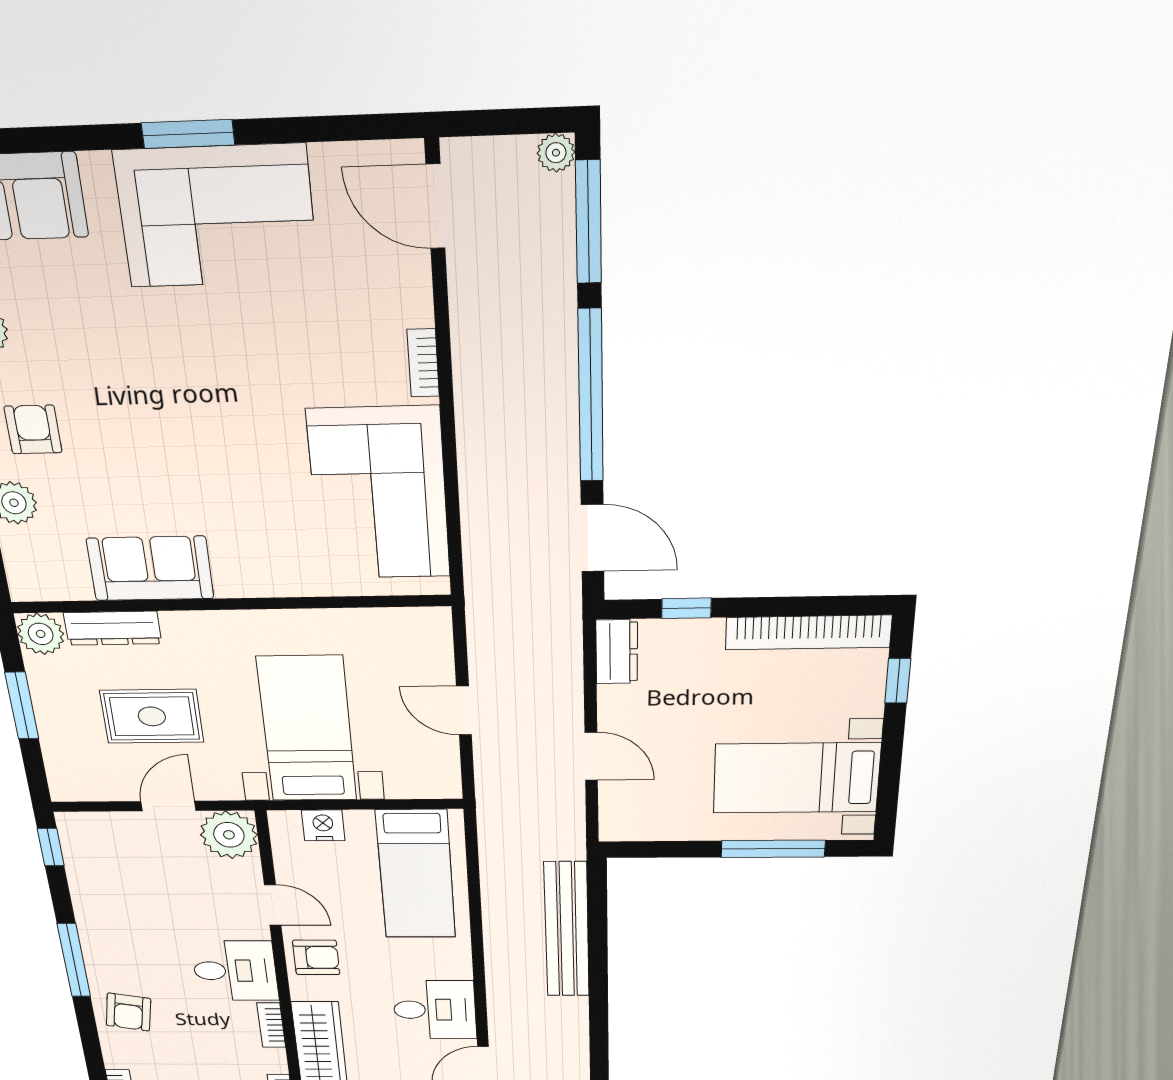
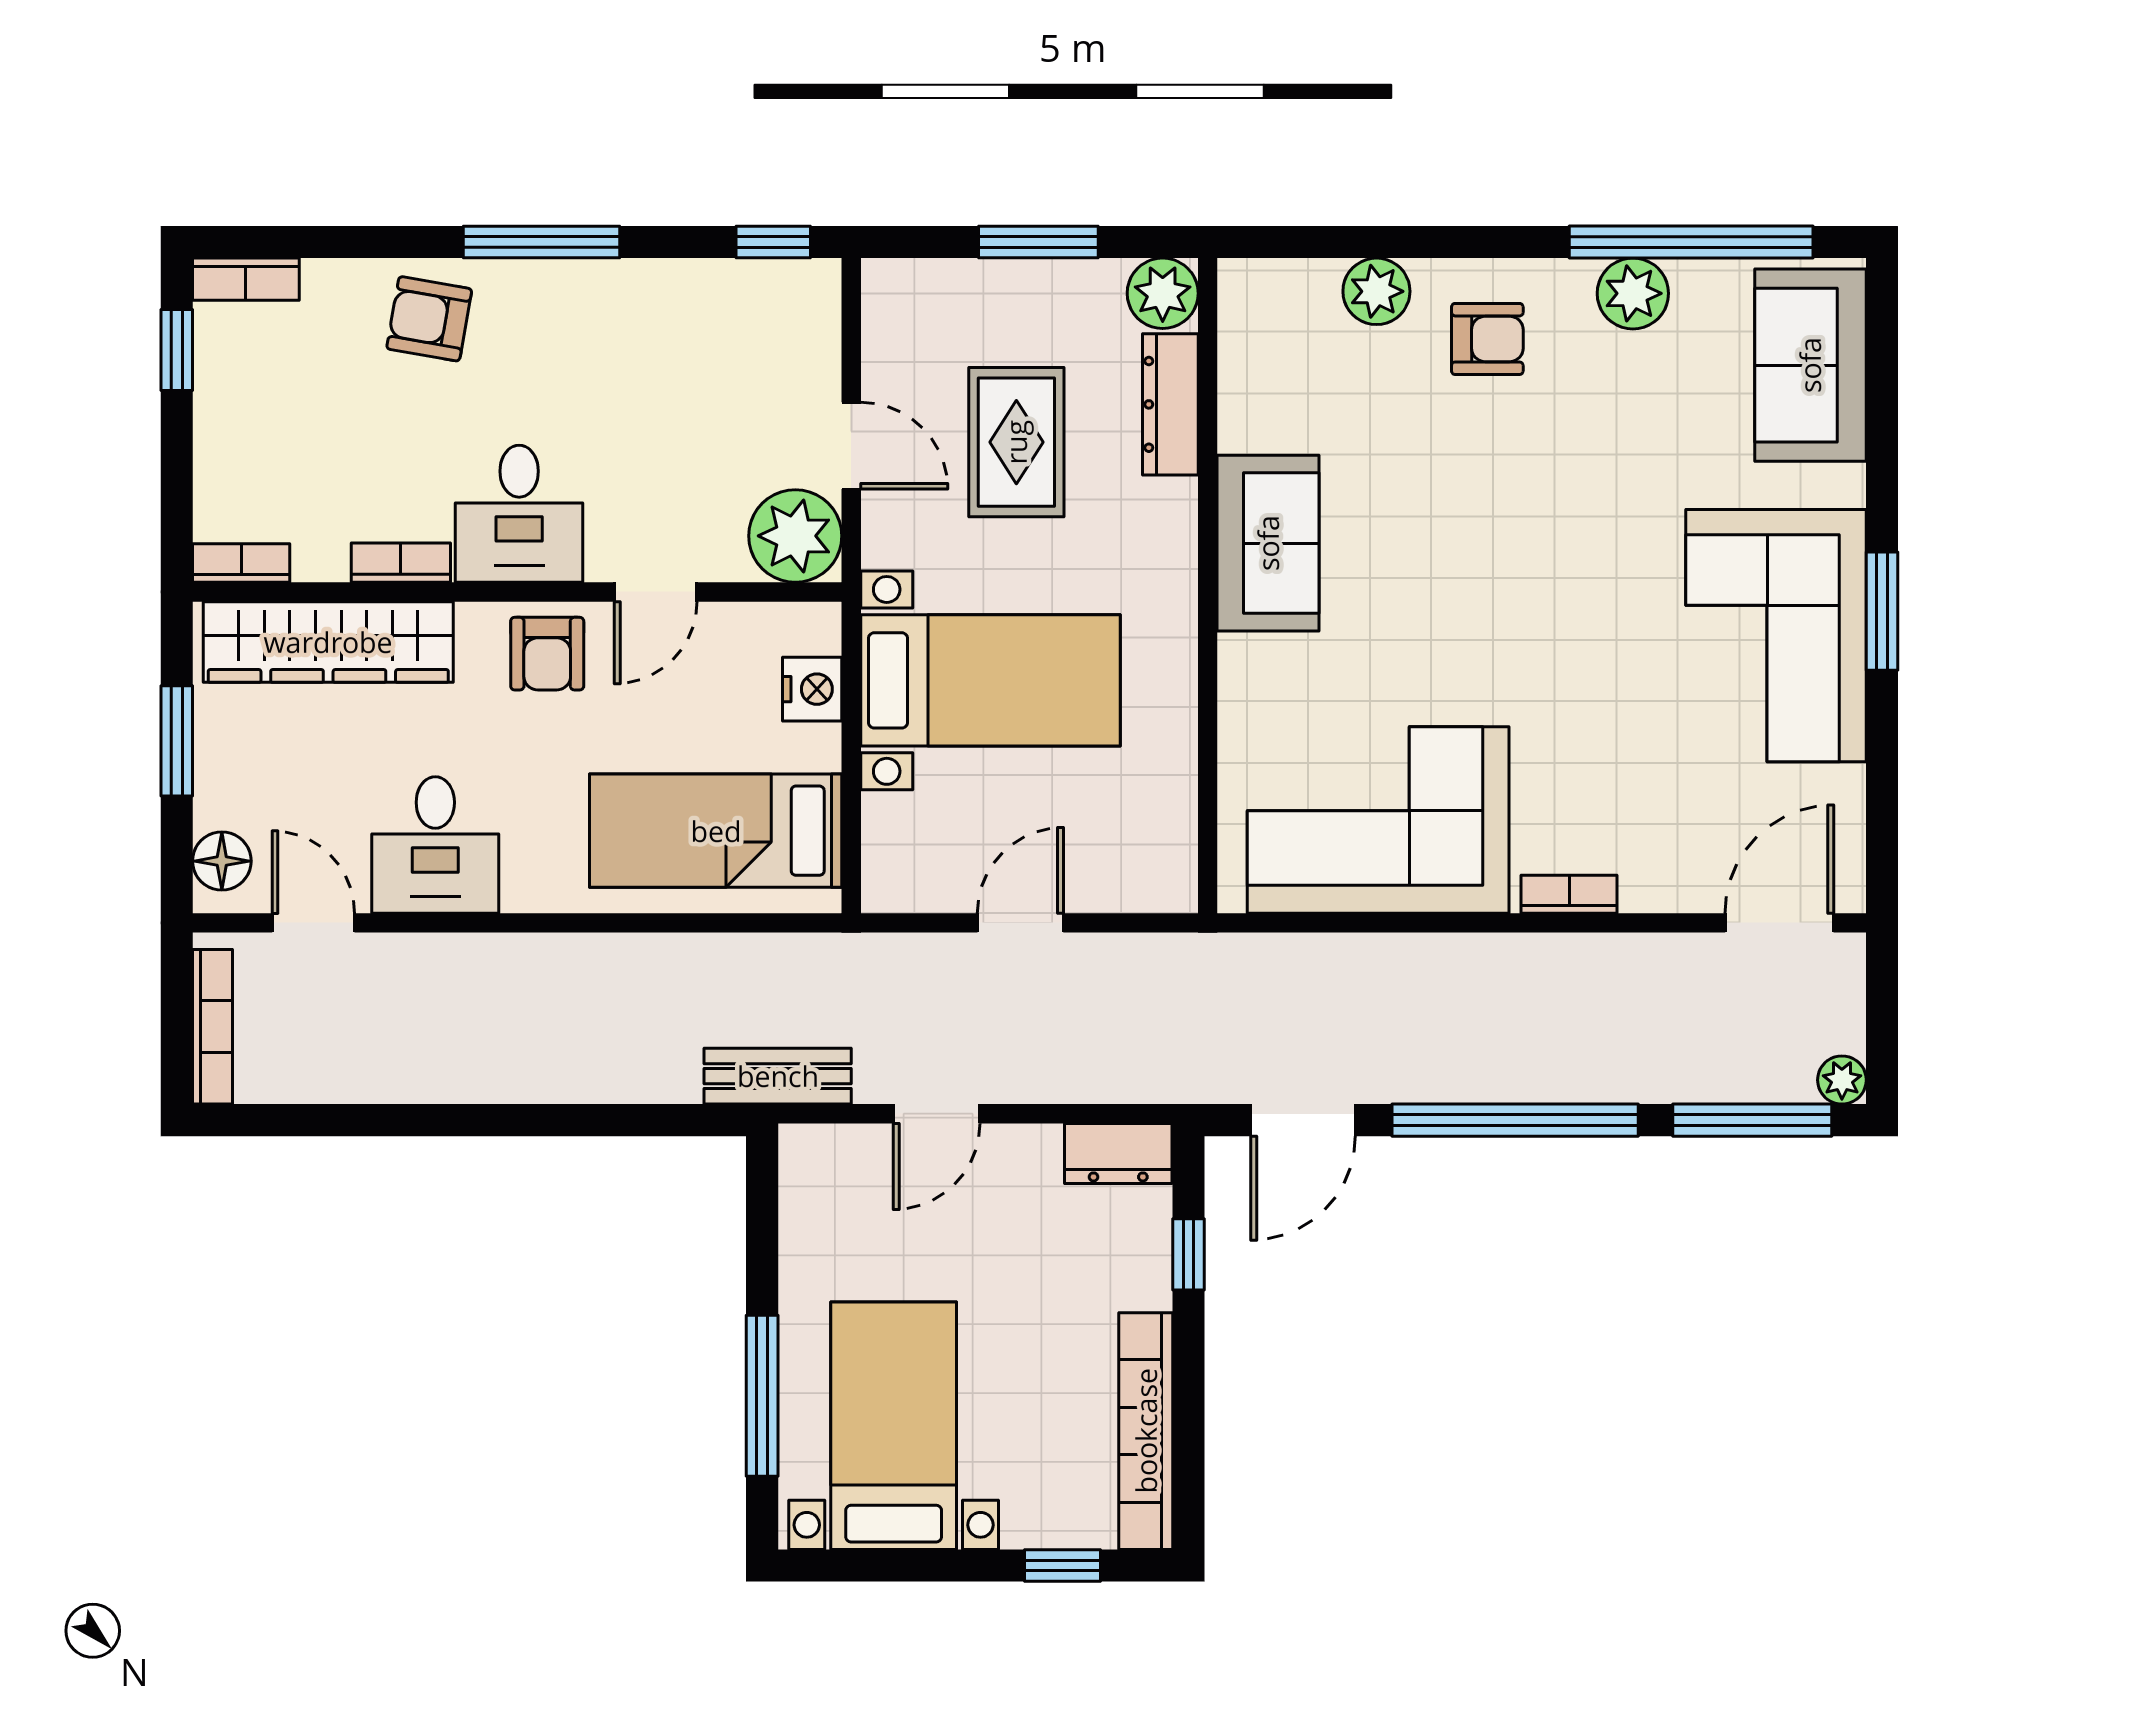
sofa: (150, 568) -> (1268, 543), moved
bench: (567, 930) -> (778, 1076), moved, width x0.54, depth x0.82

